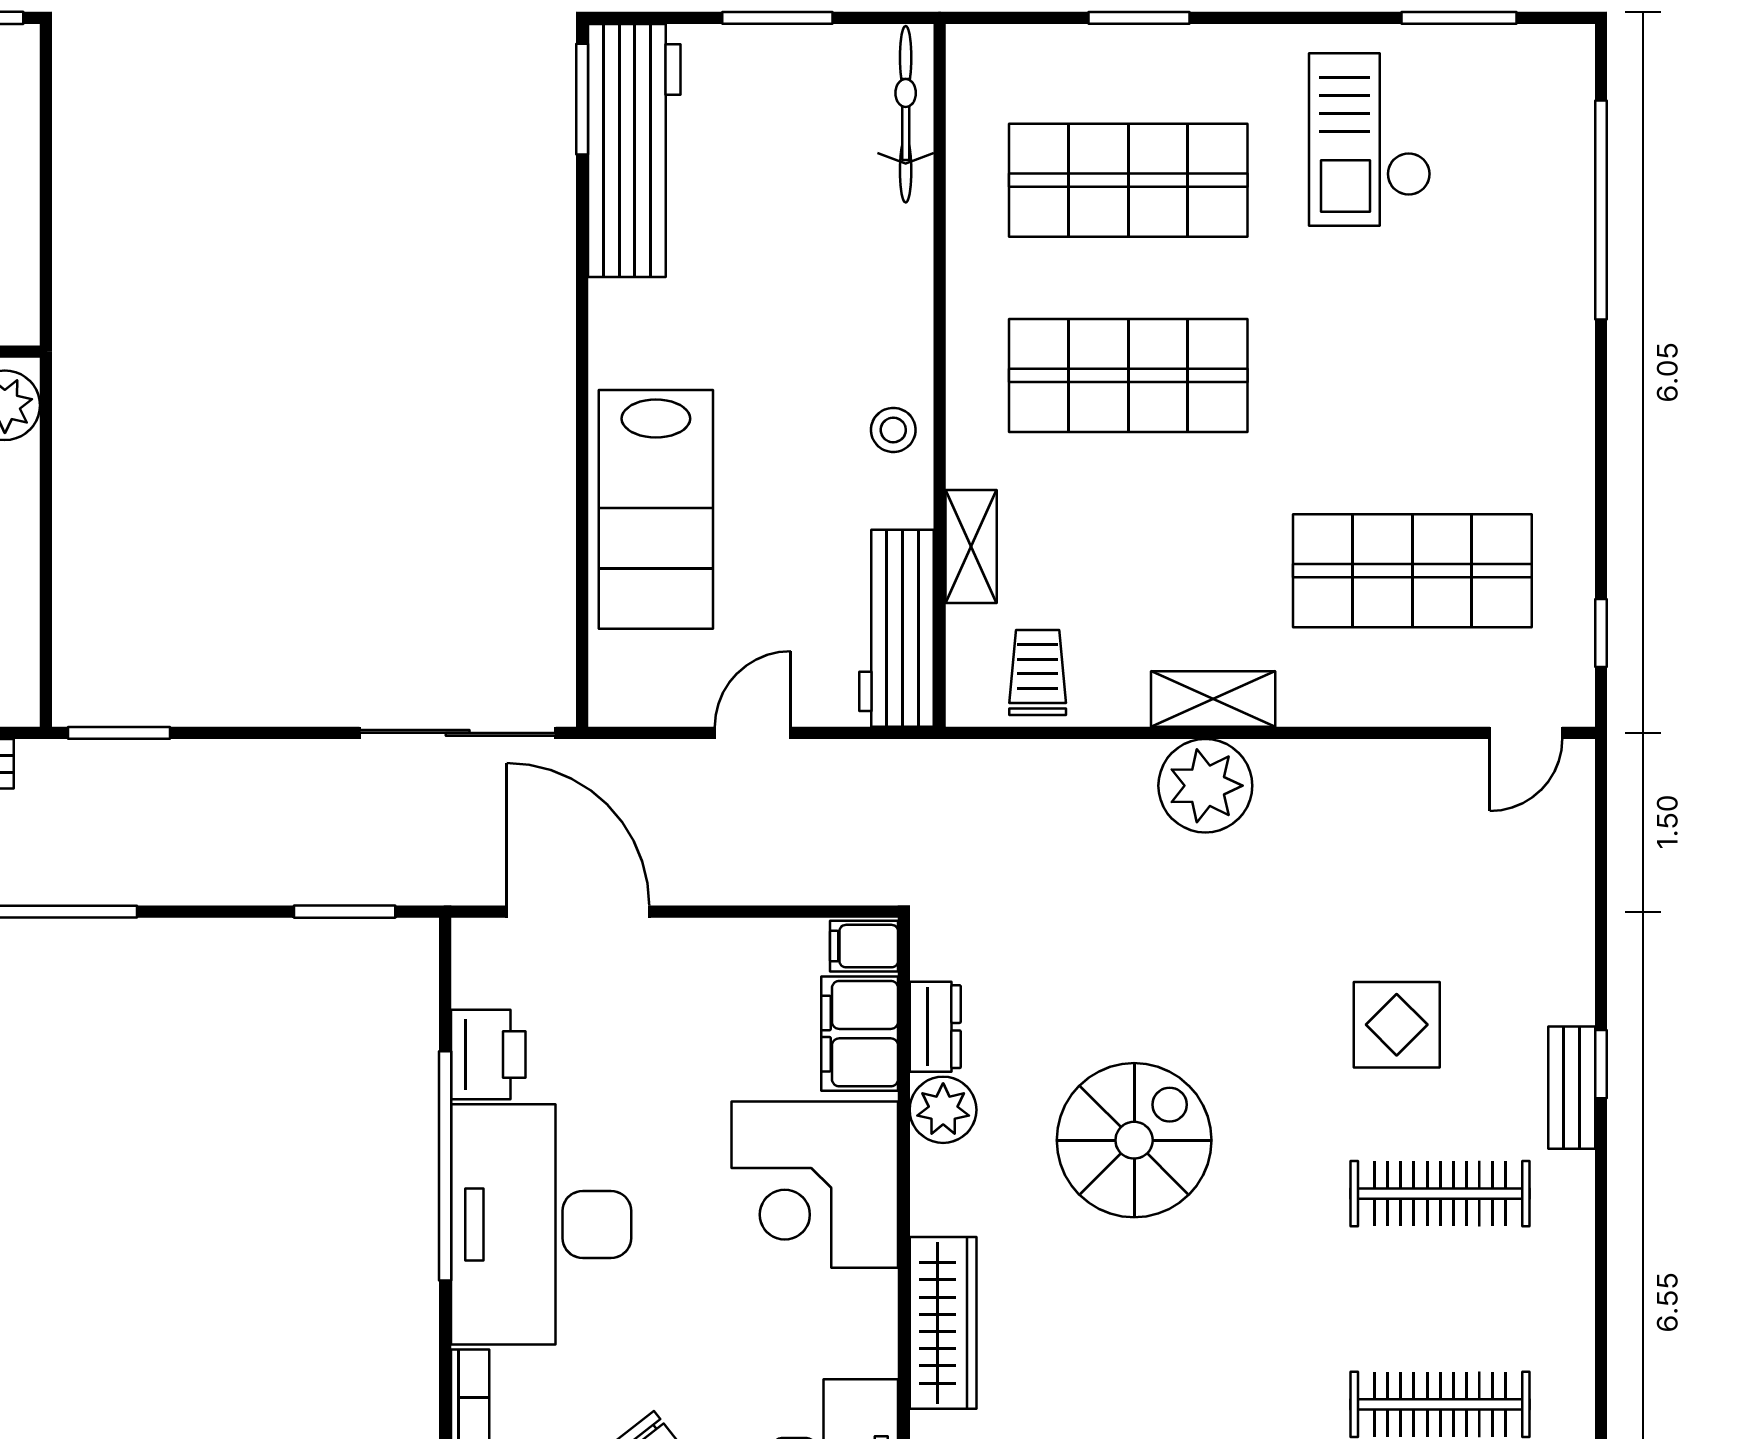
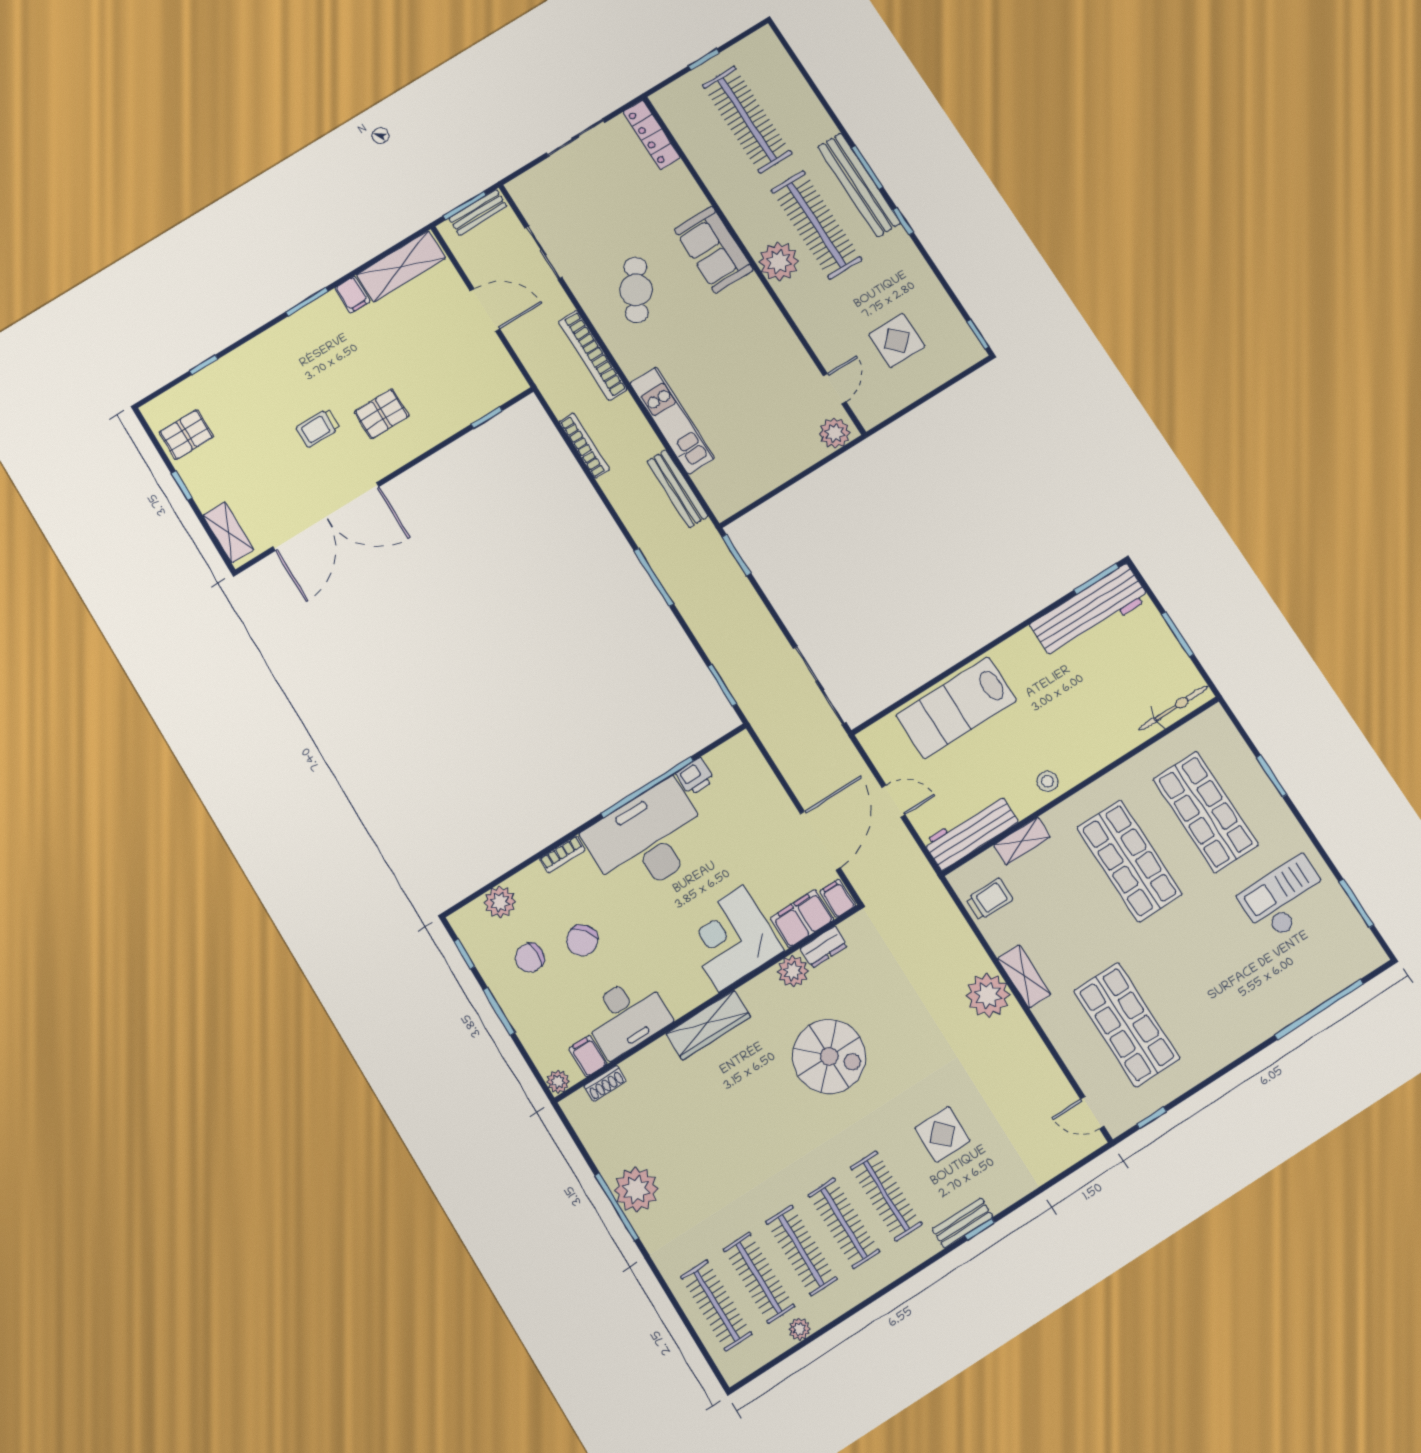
door: (578, 912) -> (820, 841), moved
printer: (488, 1054) -> (695, 777), width x0.73, depth x0.81
clothes rail: (1440, 1299) -> (844, 1223), added

